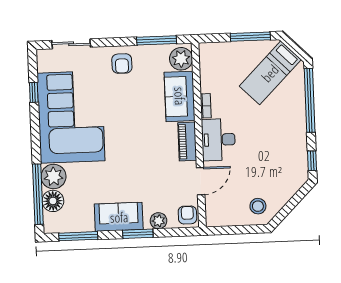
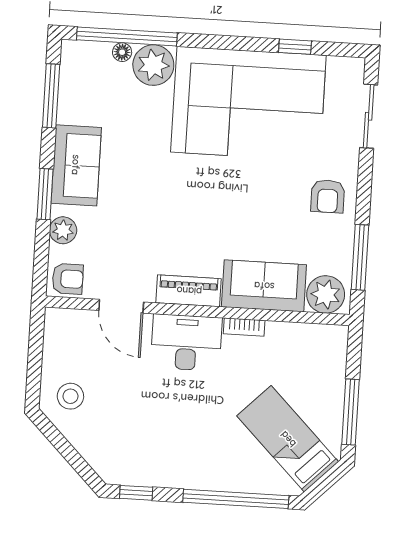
armchair: (122, 64) -> (328, 196), turned -90
floor lamp: (53, 201) -> (122, 52), width x0.53, depth x0.53

